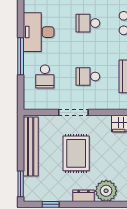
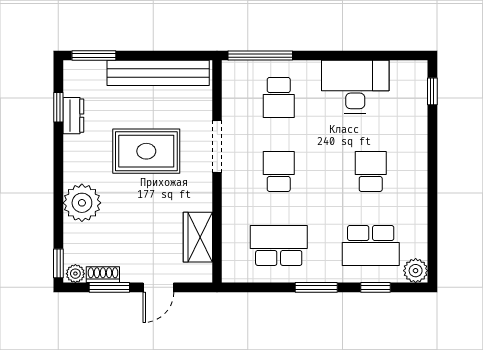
window: (21, 56) -> (260, 56), moved
school desk: (45, 76) -> (279, 97), turned -90
dresser: (83, 196) -> (73, 116), moved

